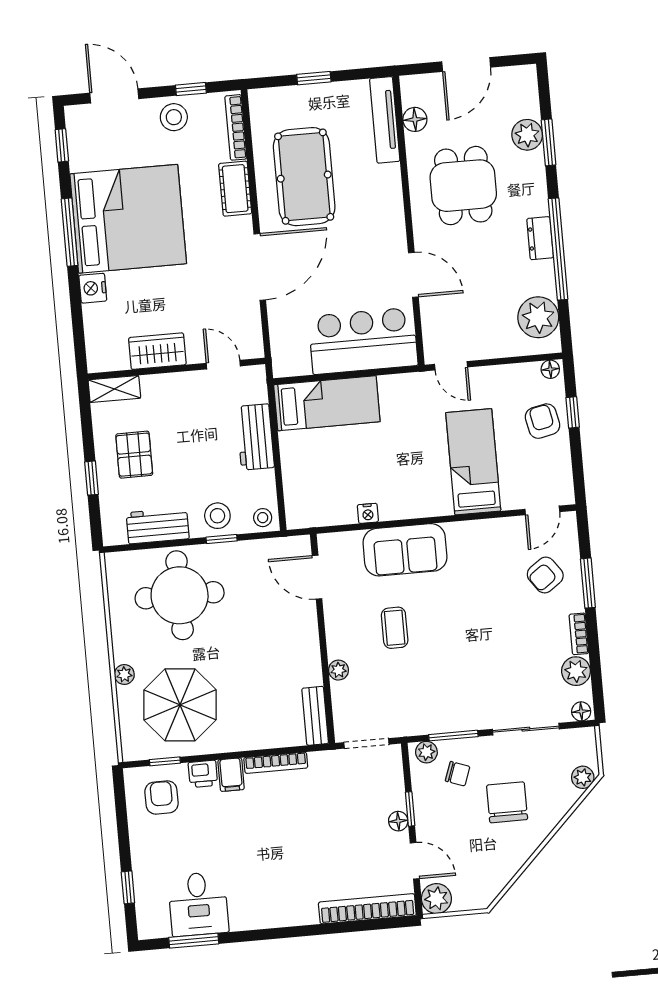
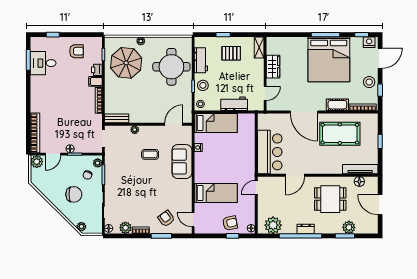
nightstand: (93, 288) -> (369, 42), moved
bed: (327, 403) -> (216, 123), moved, turned -90
armchair: (162, 797) -> (77, 51), moved

